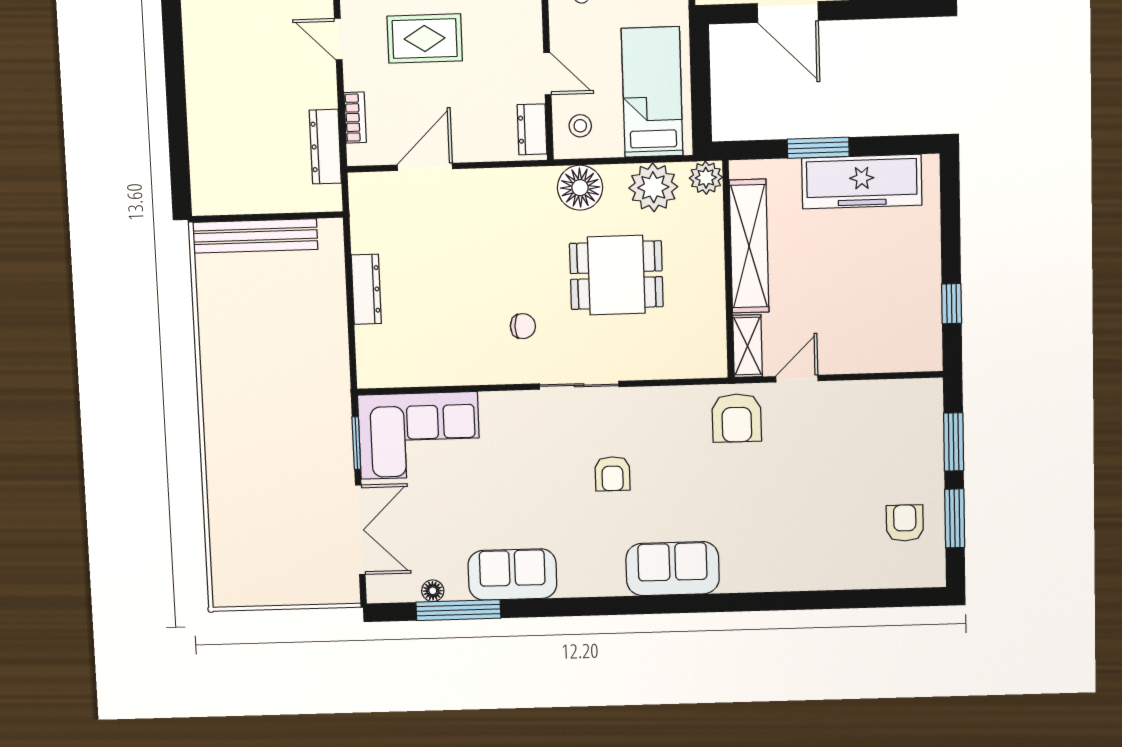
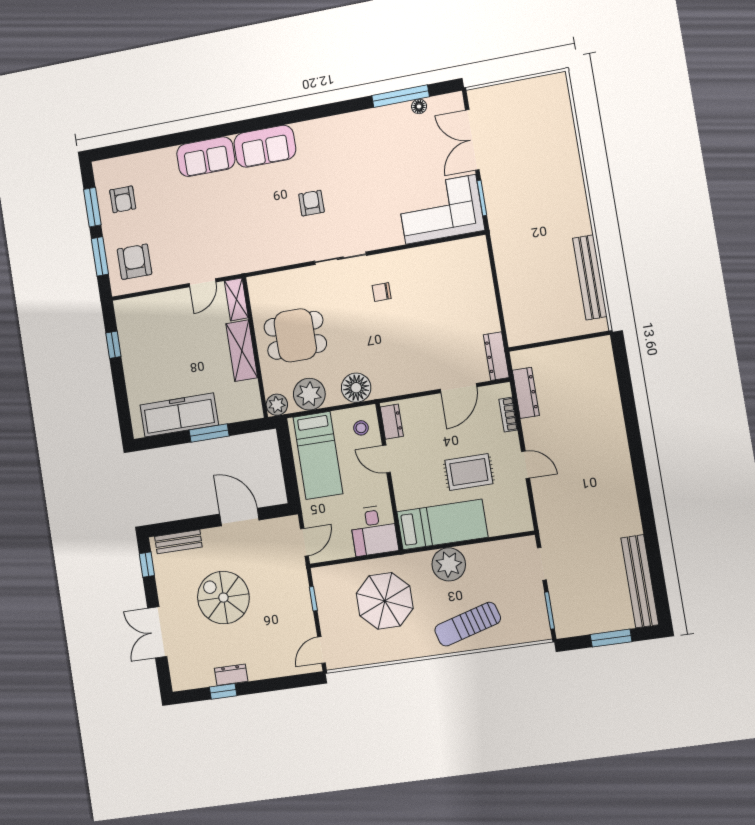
bench: (255, 236) -> (590, 277), moved, turned 90
shelving: (749, 246) -> (242, 351), width x0.68
dining table: (616, 275) -> (295, 335), moved
dresser: (366, 289) -> (496, 356), moved
armchair: (737, 418) -> (135, 262), moved
sofa: (512, 574) -> (206, 157), moved

